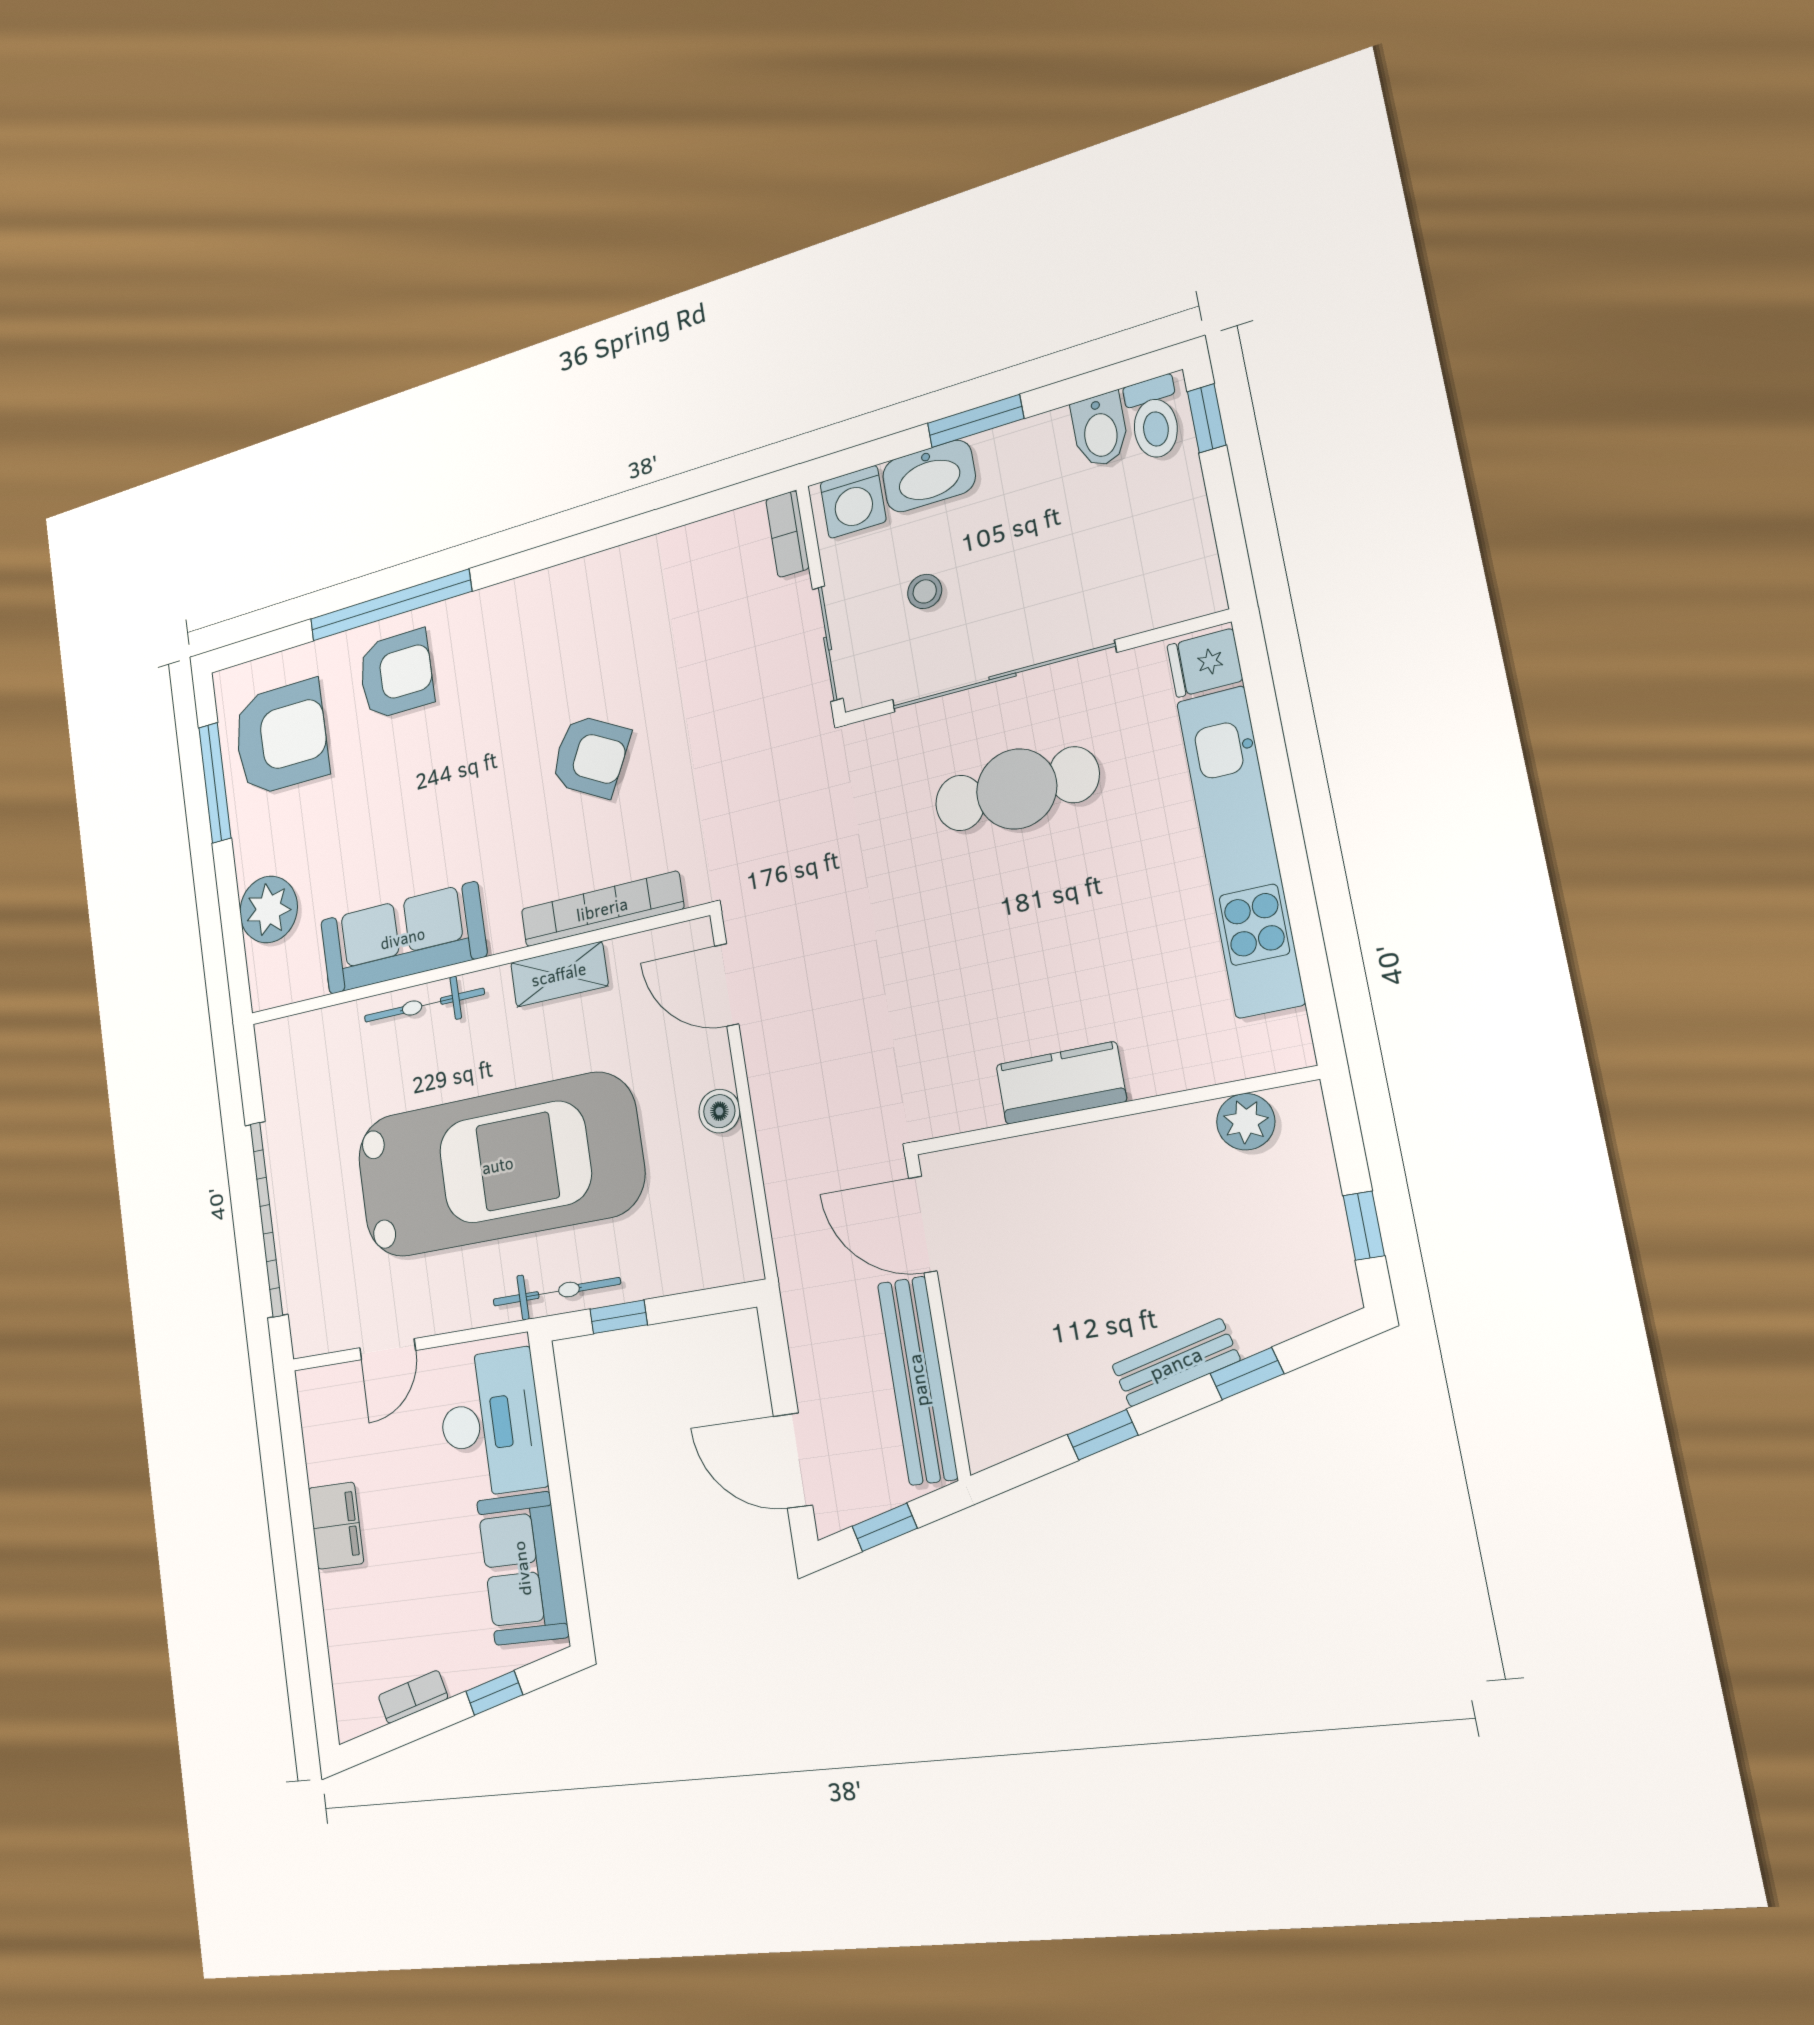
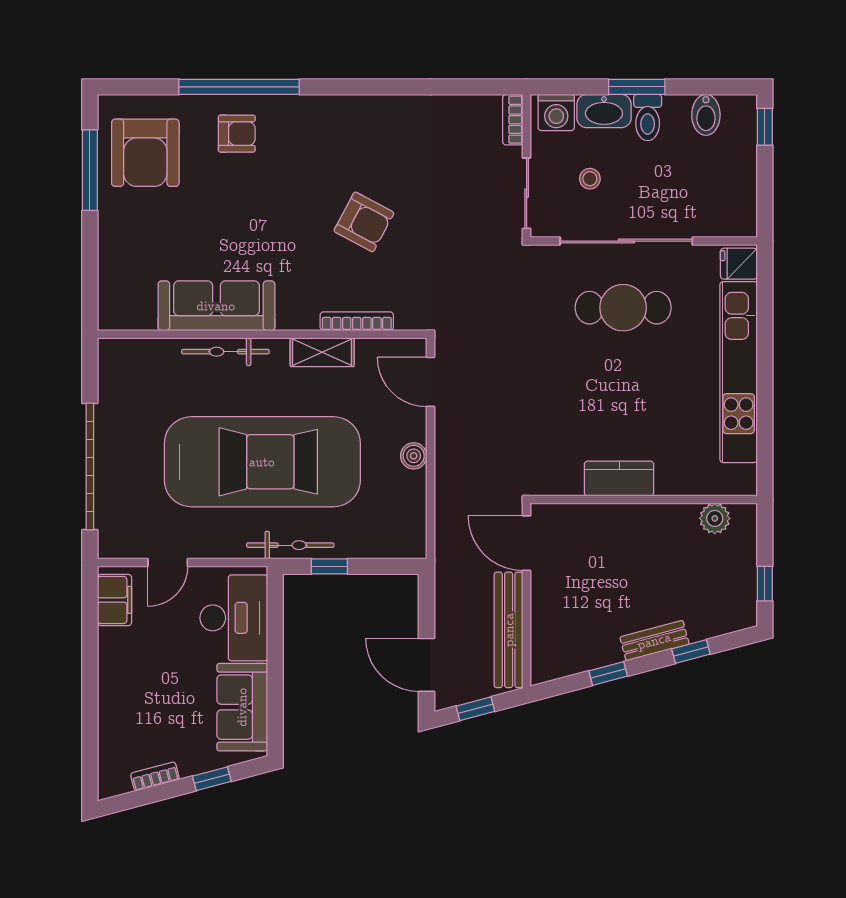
toilet: (1154, 418) -> (648, 118), moved
armchair: (396, 674) -> (237, 134), width x0.72, depth x0.72
armchair: (281, 738) -> (145, 153), turned 90
plant: (269, 909) -> (120, 265), removed
bookcase: (602, 909) -> (357, 321), width x0.68, depth x0.76
filing cabinet: (336, 1526) -> (115, 600), moved

